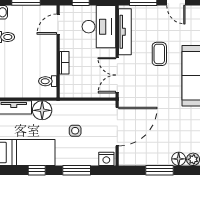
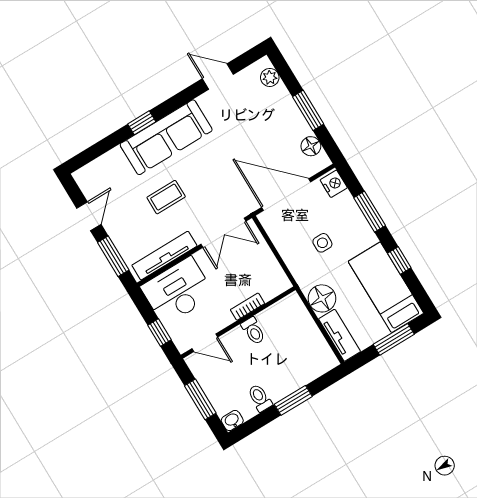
toilet: (48, 81) -> (253, 331), moved
floor lamp: (179, 159) -> (311, 146), moved

